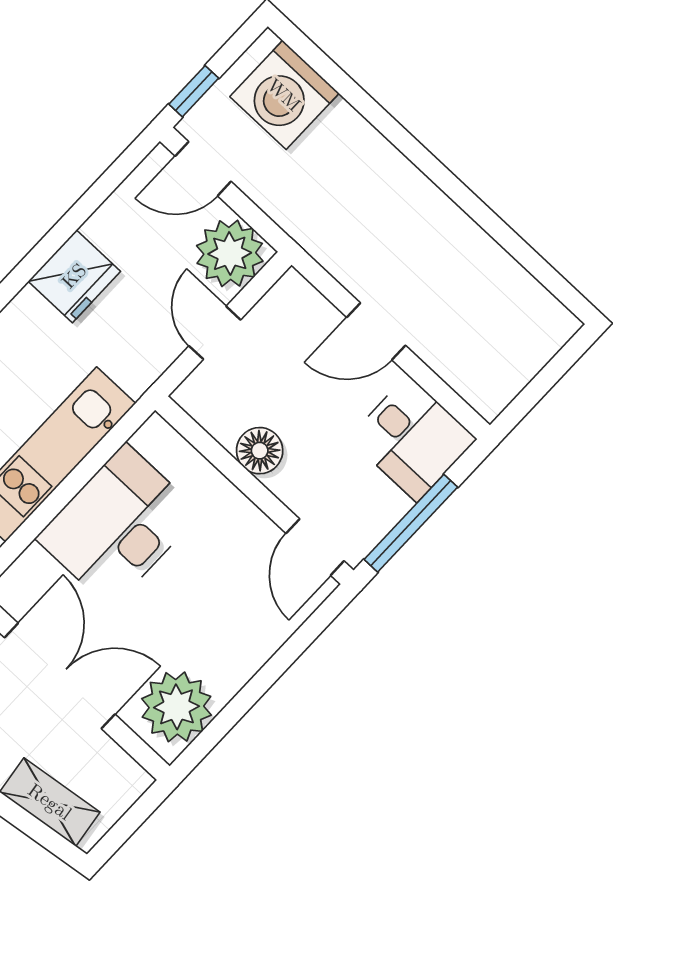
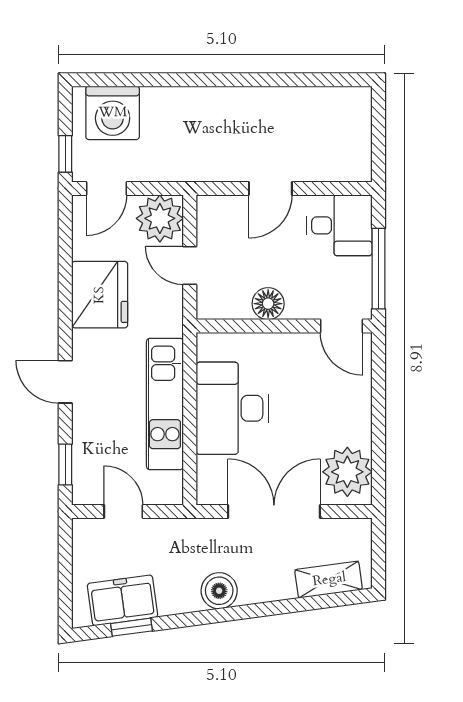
fridge: (74, 276) -> (100, 295), width x1.36, depth x1.34

